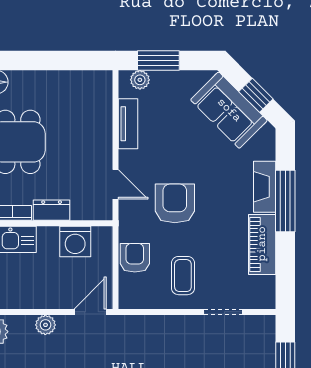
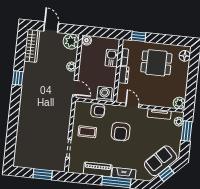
plant: (100, 83) -> (179, 103), added
door: (115, 184) -> (132, 105), swing flipped
armchair: (175, 203) -> (121, 132), turned 90
washing machine: (75, 241) -> (104, 94), moved, turned 90

